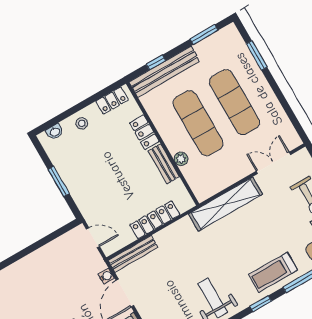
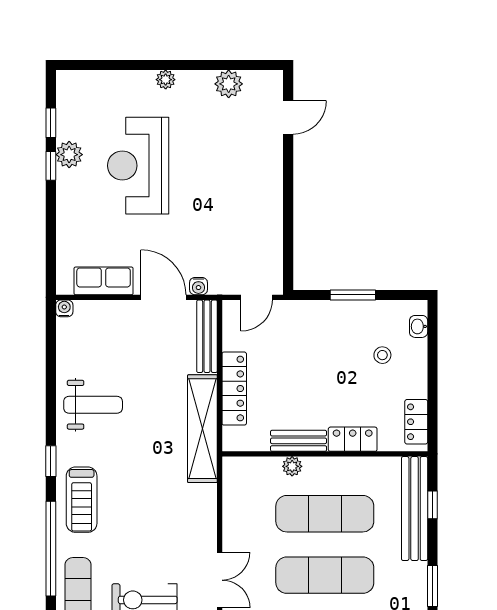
stool: (82, 123) -> (382, 355), moved
shelving: (226, 204) -> (202, 429), moved
treadmill: (273, 272) -> (82, 500), turned 180

